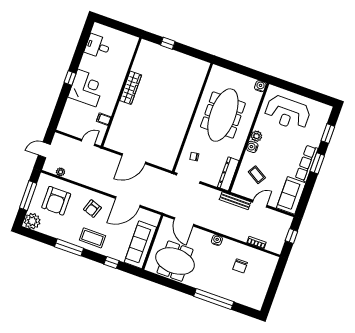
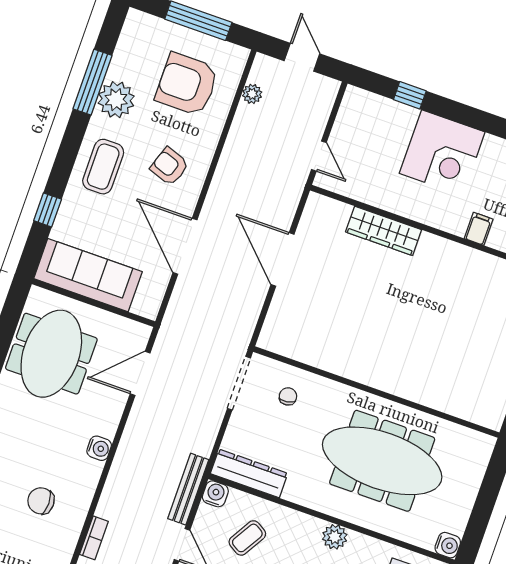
window: (70, 78) -> (410, 95), moved
wardrobe: (131, 88) -> (384, 231), moved
filing cabinet: (104, 119) -> (479, 229), moved
water cooler: (252, 147) -> (215, 494), moved
plant: (32, 221) -> (116, 100), moved
window: (69, 247) -> (93, 82), moved

